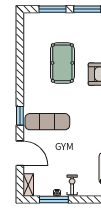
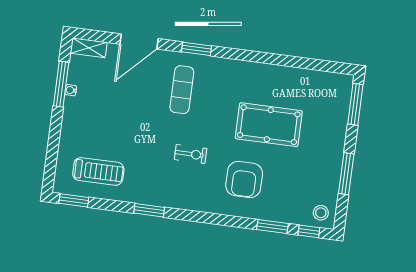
window: (52, 9) -> (355, 104), moved
exercise mat: (47, 122) -> (182, 90), width x0.73, depth x0.69
exercise bike: (72, 185) -> (191, 154), moved

